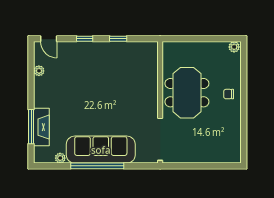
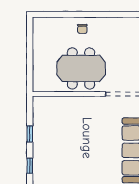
plant: (234, 47) -> (38, 24), removed

